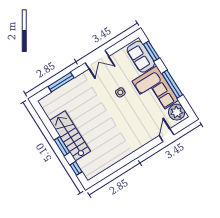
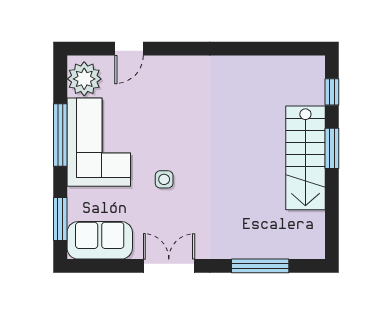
sofa: (141, 57) -> (100, 240), moved, turned -90

